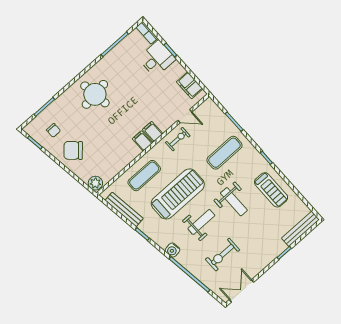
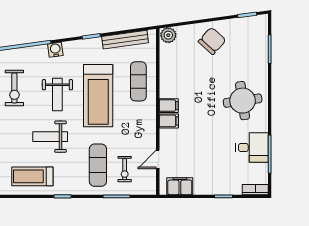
desk: (157, 59) -> (252, 148), moved, turned -90
chair: (53, 130) -> (243, 39), removed
exercise bike: (178, 139) -> (125, 169), moved
exercise bike: (223, 255) -> (14, 88), turned 180

